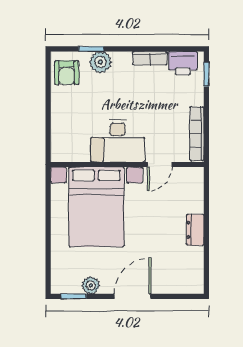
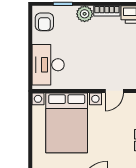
plant: (100, 62) -> (85, 14), moved
desk: (118, 141) -> (48, 65), moved, turned 90

